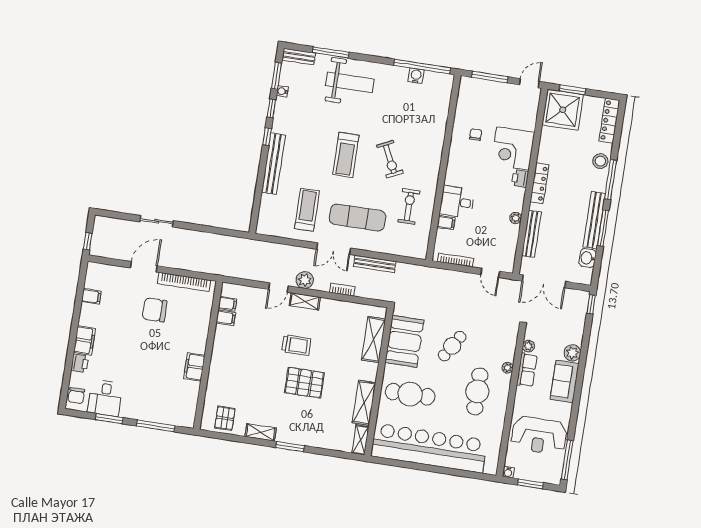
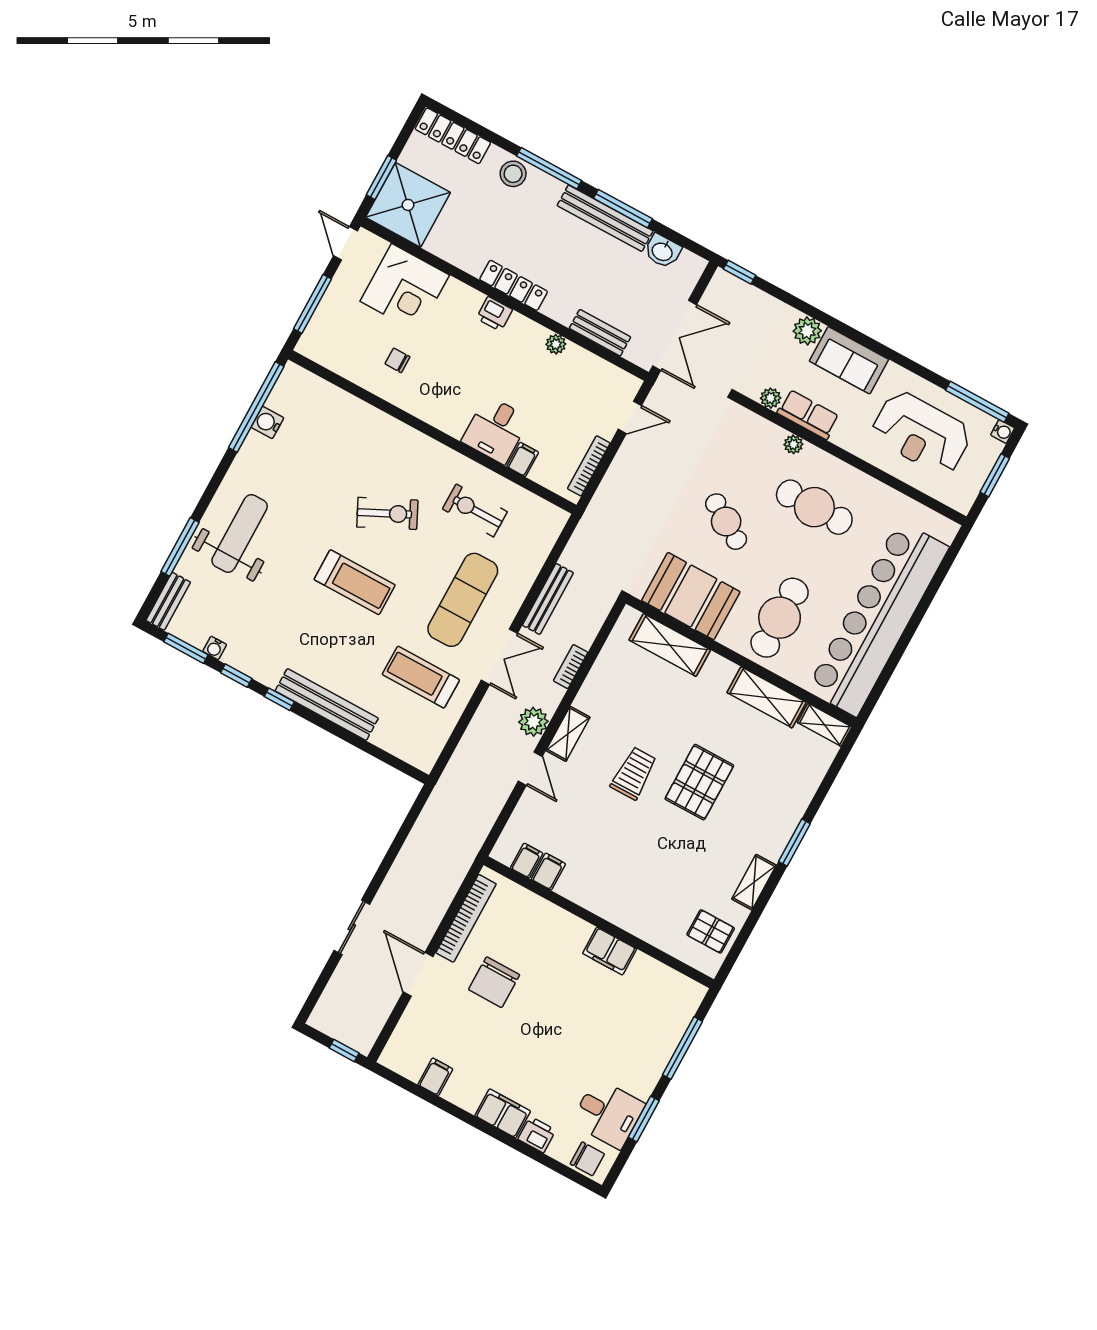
corner desk: (513, 148) -> (405, 288), moved
bench: (532, 234) -> (600, 333), width x0.73
reception desk: (539, 435) -> (921, 433), turned 90
water cooler: (508, 472) -> (1003, 432), moved

